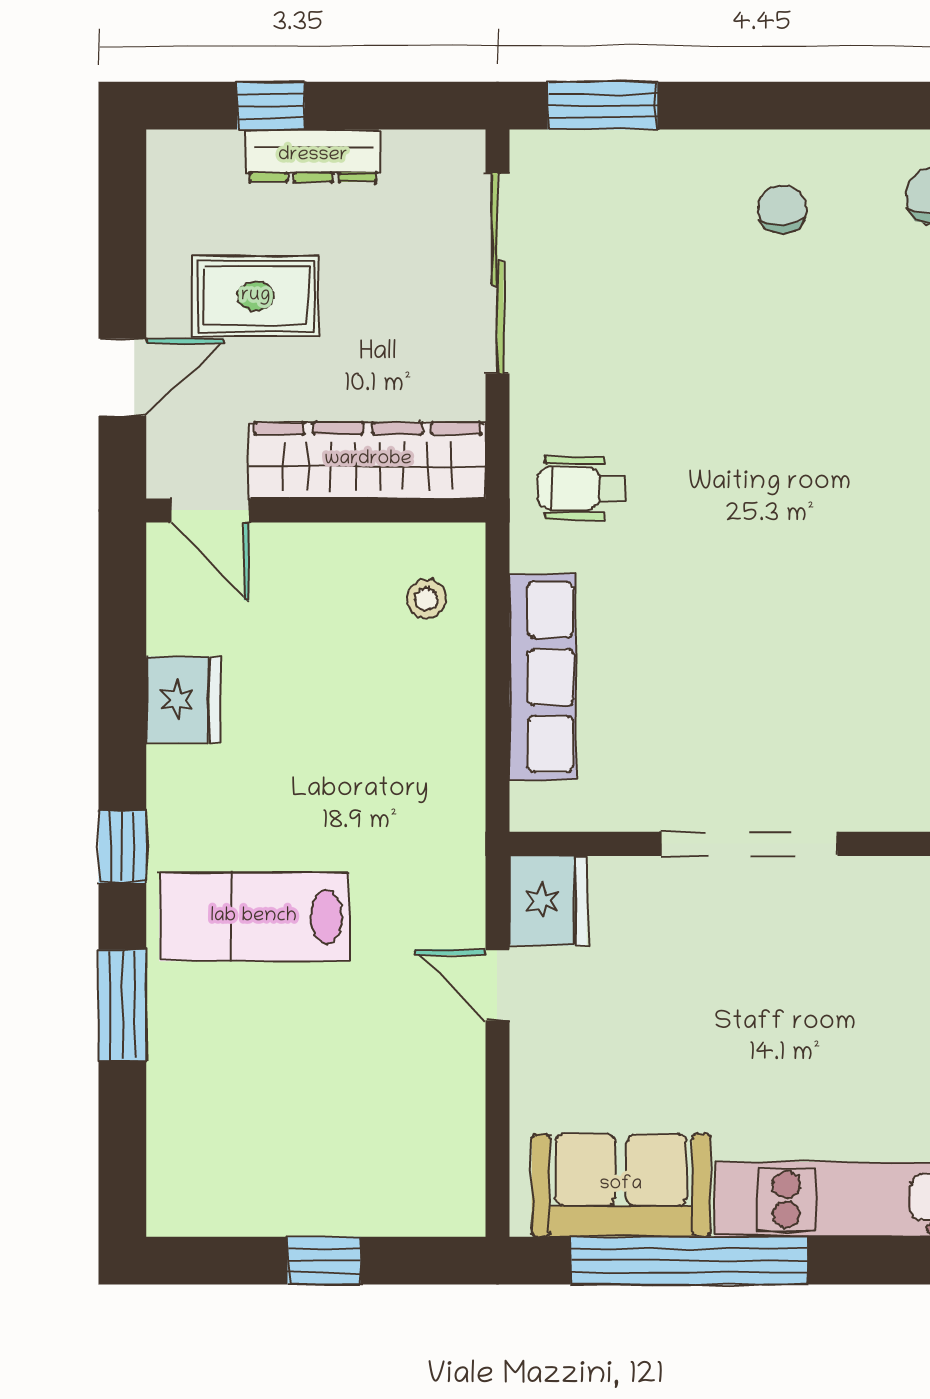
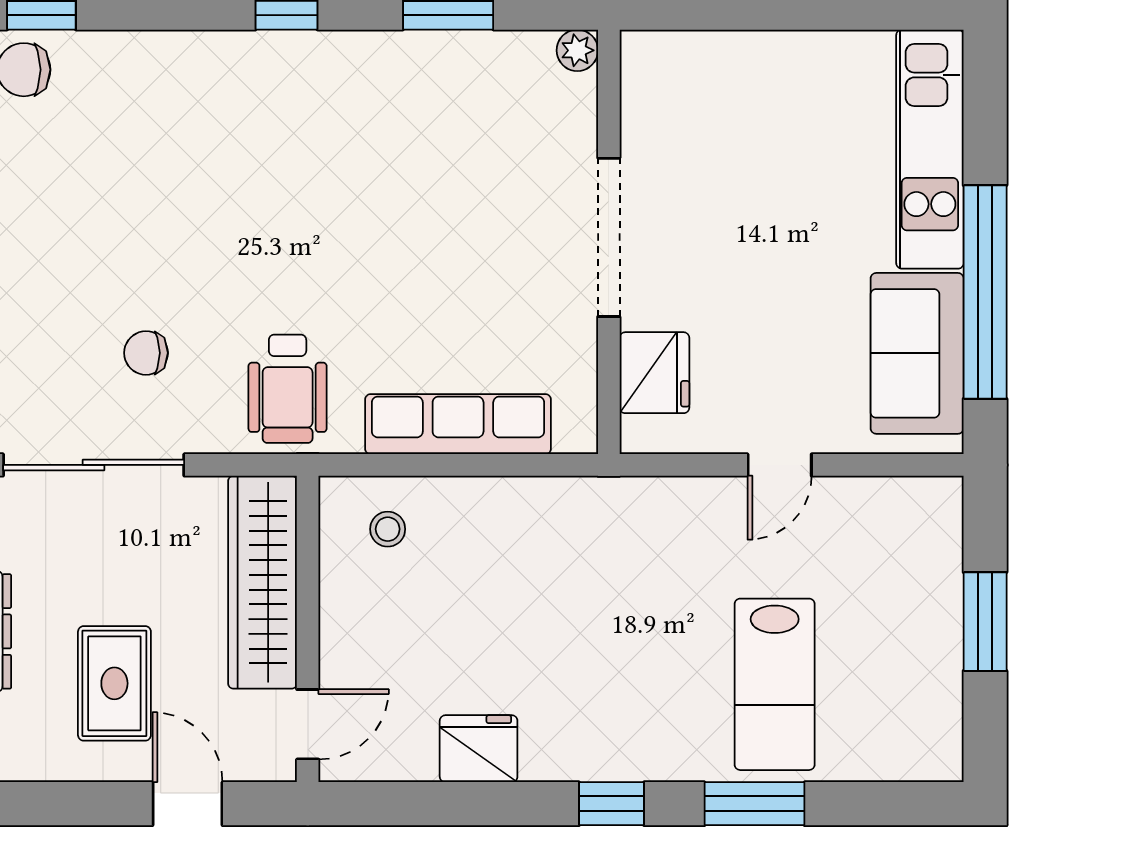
chair: (782, 209) -> (146, 353), moved
wheelchair: (582, 488) -> (288, 389), width x1.36, depth x1.37
fridge: (548, 901) -> (654, 373), moved, turned 90
lab bench: (254, 917) -> (775, 684), moved
door: (497, 985) -> (780, 465), moved
window: (324, 1261) -> (985, 622), width x1.50

